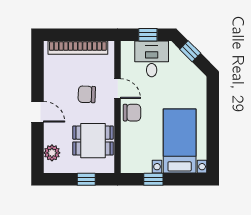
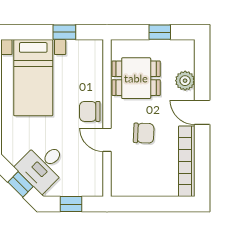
bookcase: (78, 48) -> (187, 161), moved, turned -90
desk: (152, 59) -> (43, 166), moved, turned 45
plant: (52, 153) -> (185, 81), moved
window: (86, 179) -> (160, 32), moved

